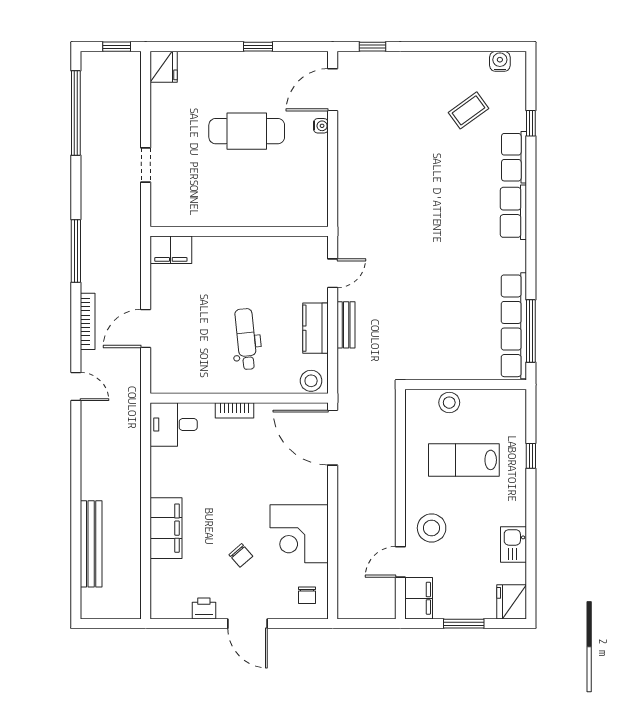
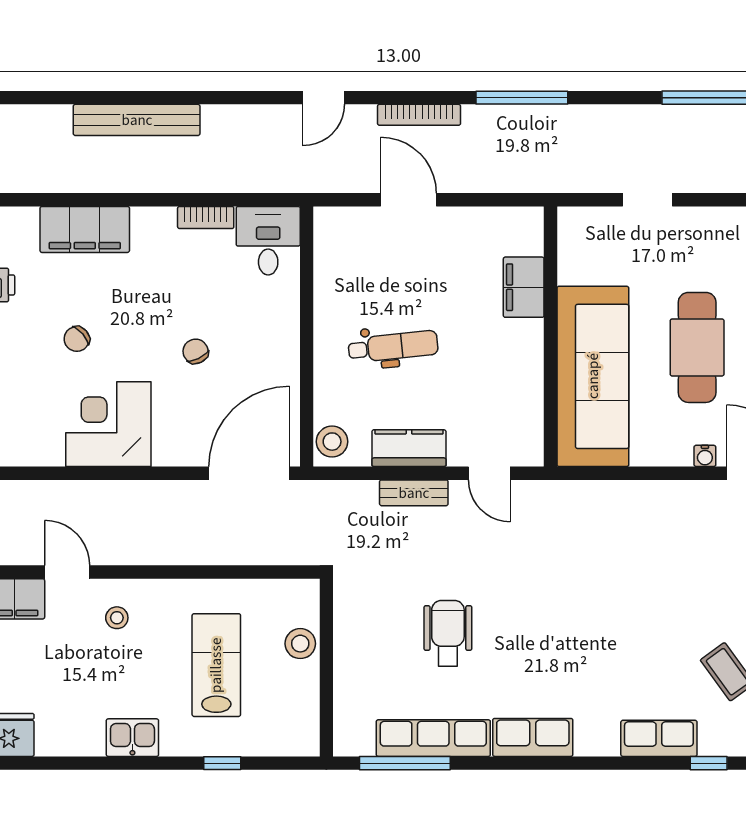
sofa: (266, 202) -> (593, 376), added
row of seats: (513, 212) -> (533, 737), moved
filing cabinet: (171, 250) -> (524, 287), moved
wheelchair: (442, 302) -> (448, 633), added
row of seats: (514, 326) -> (433, 738), width x0.73
bookcase: (234, 410) -> (206, 218), moved, turned -90
filing cabinet: (166, 528) -> (85, 229), moved
stool: (432, 528) -> (117, 618), width x0.53, depth x0.53
bench: (91, 544) -> (137, 120), moved
kitchen sink: (514, 545) -> (132, 738), moved
chair: (307, 595) -> (196, 351), moved, turned 64

